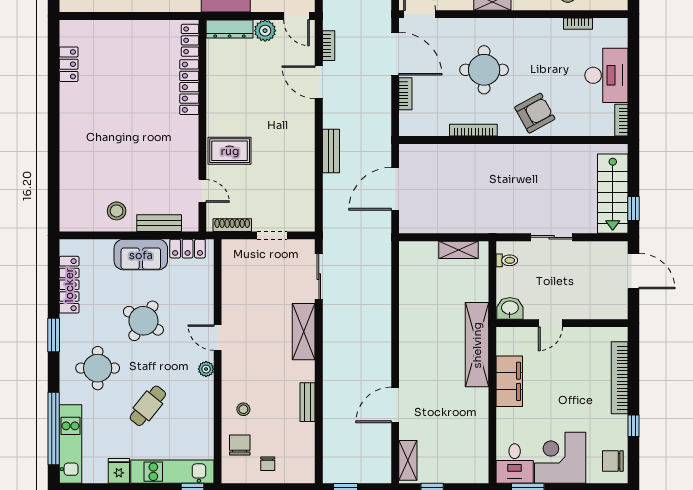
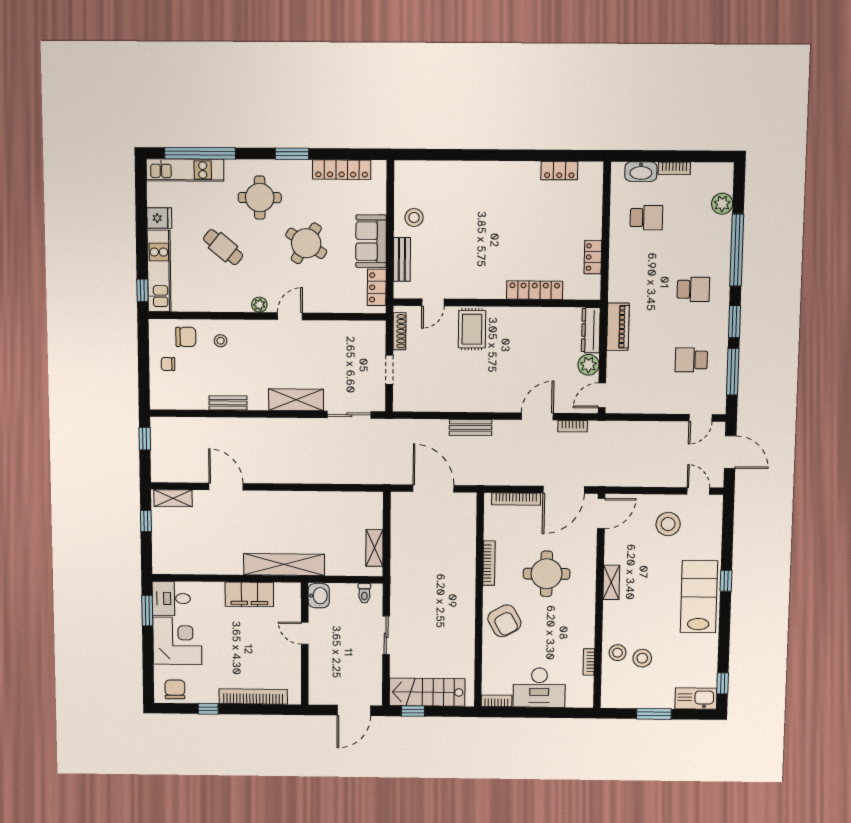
locker: (190, 40) -> (593, 257), moved, turned -90
bookcase: (405, 94) -> (516, 499), width x1.56

